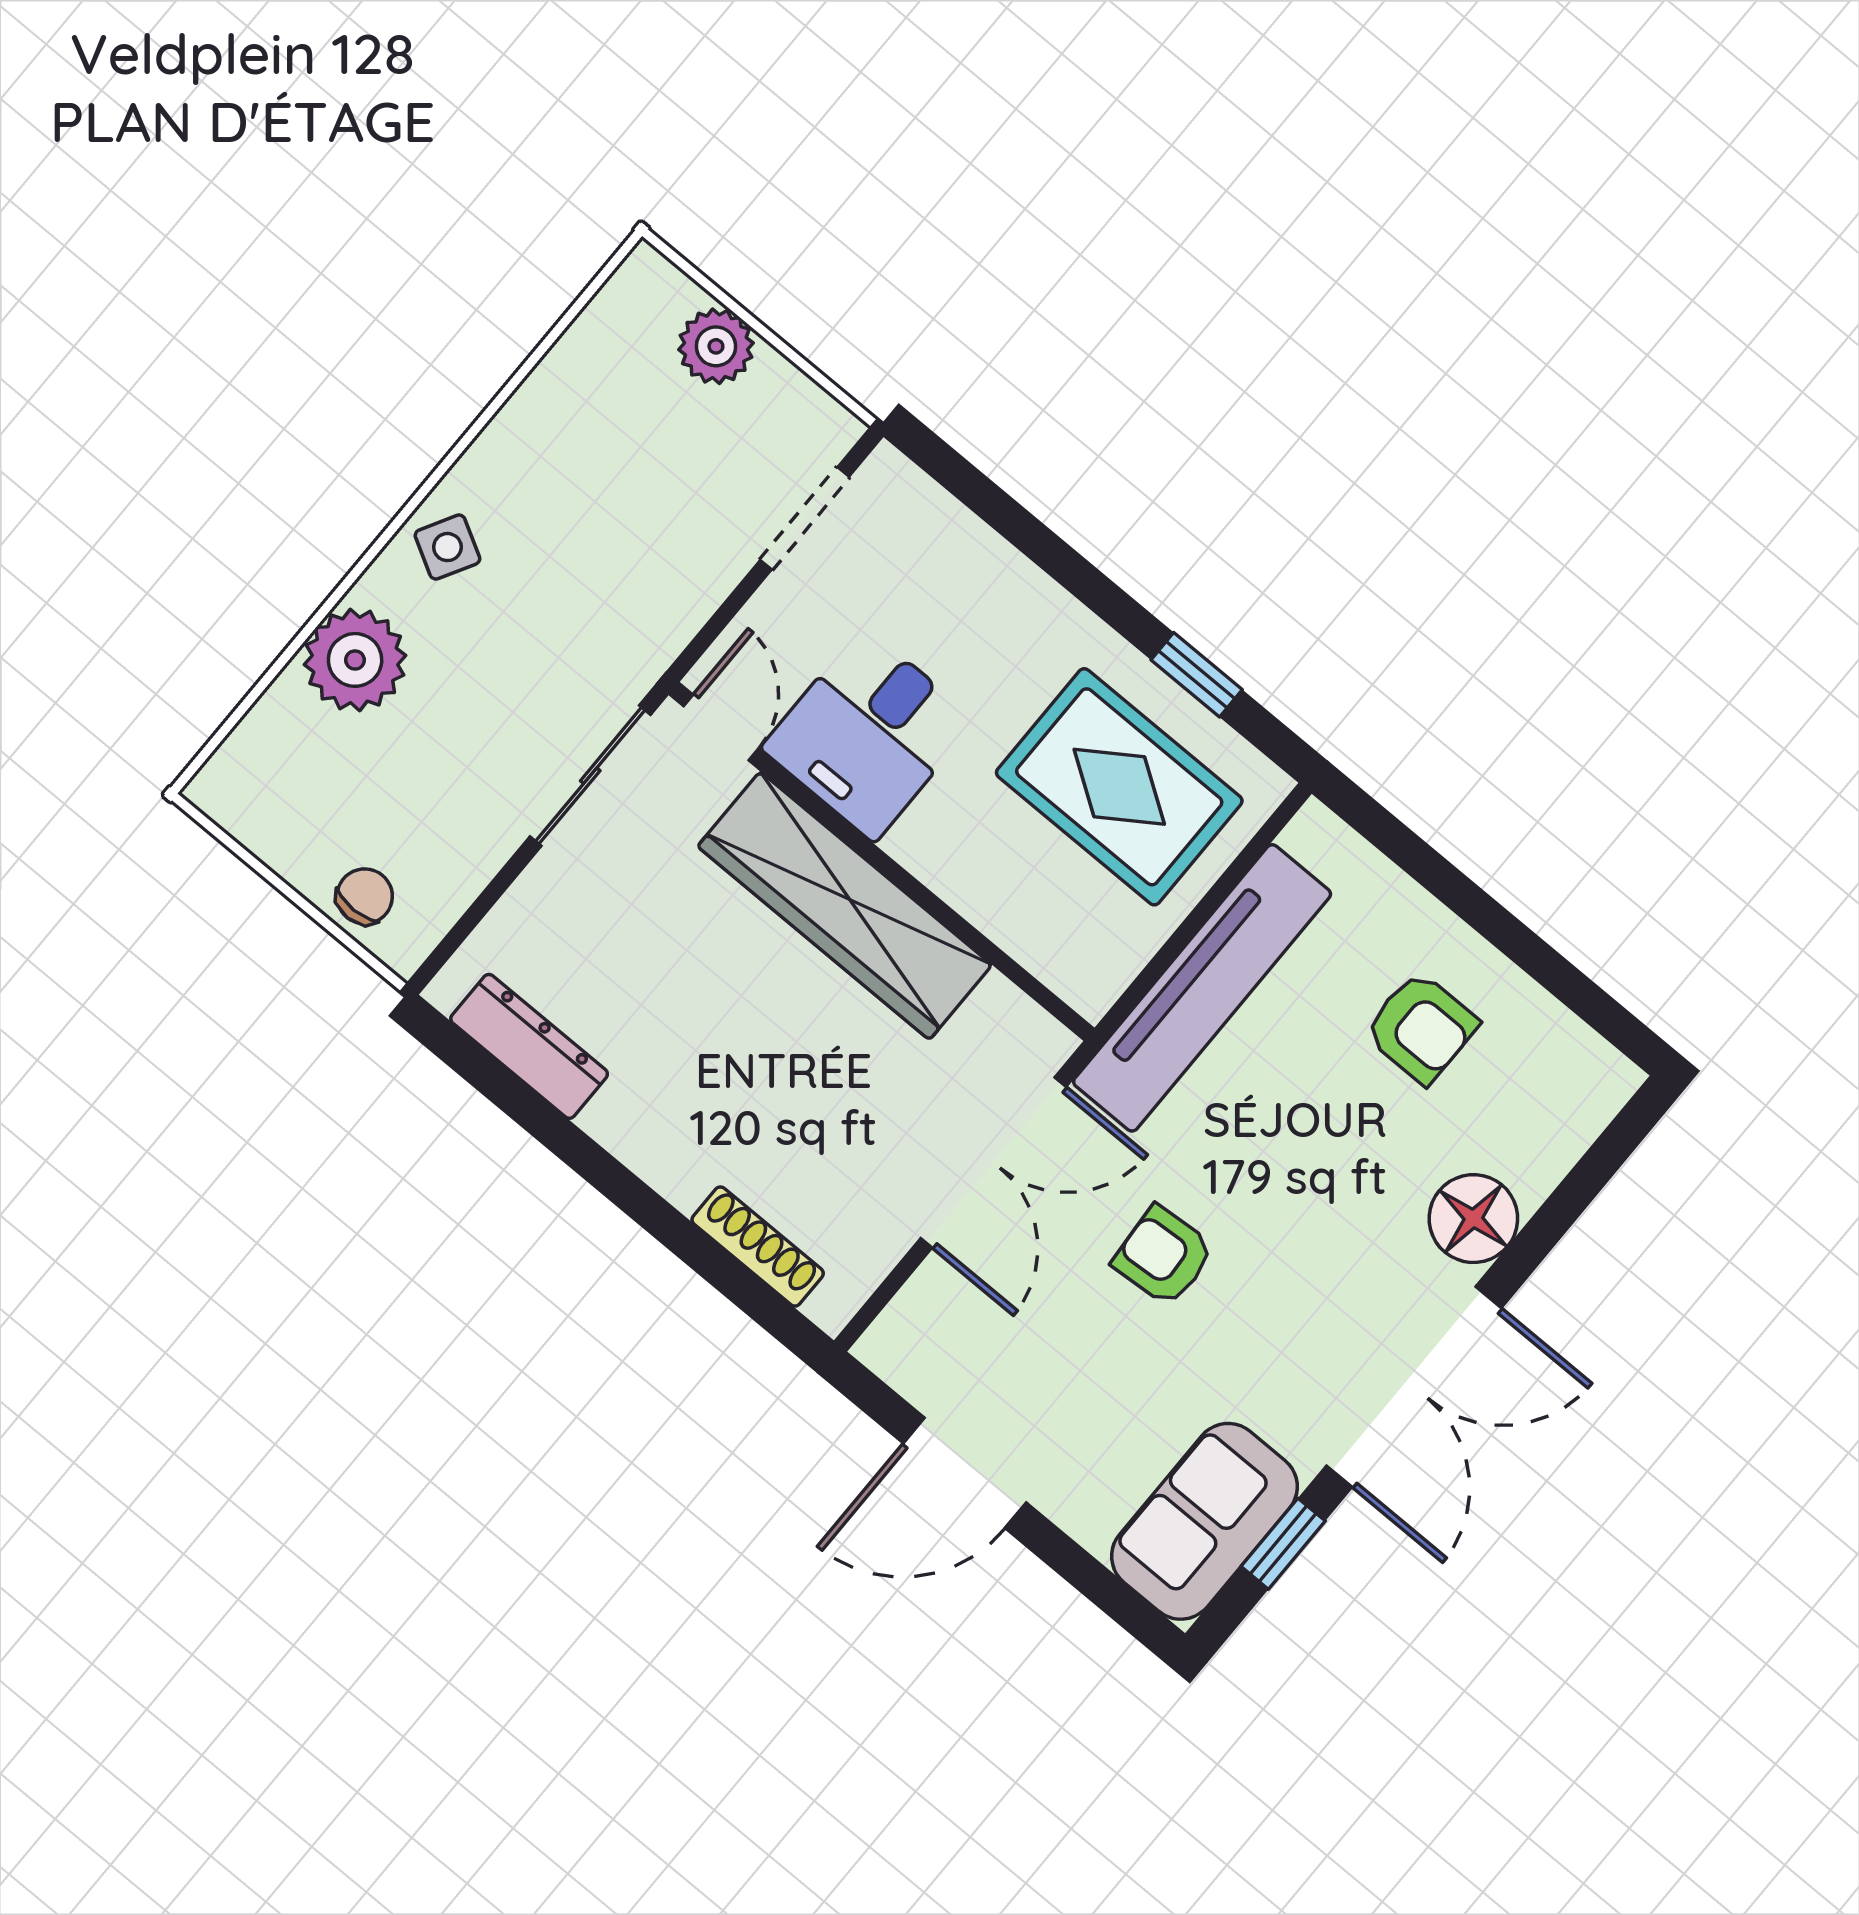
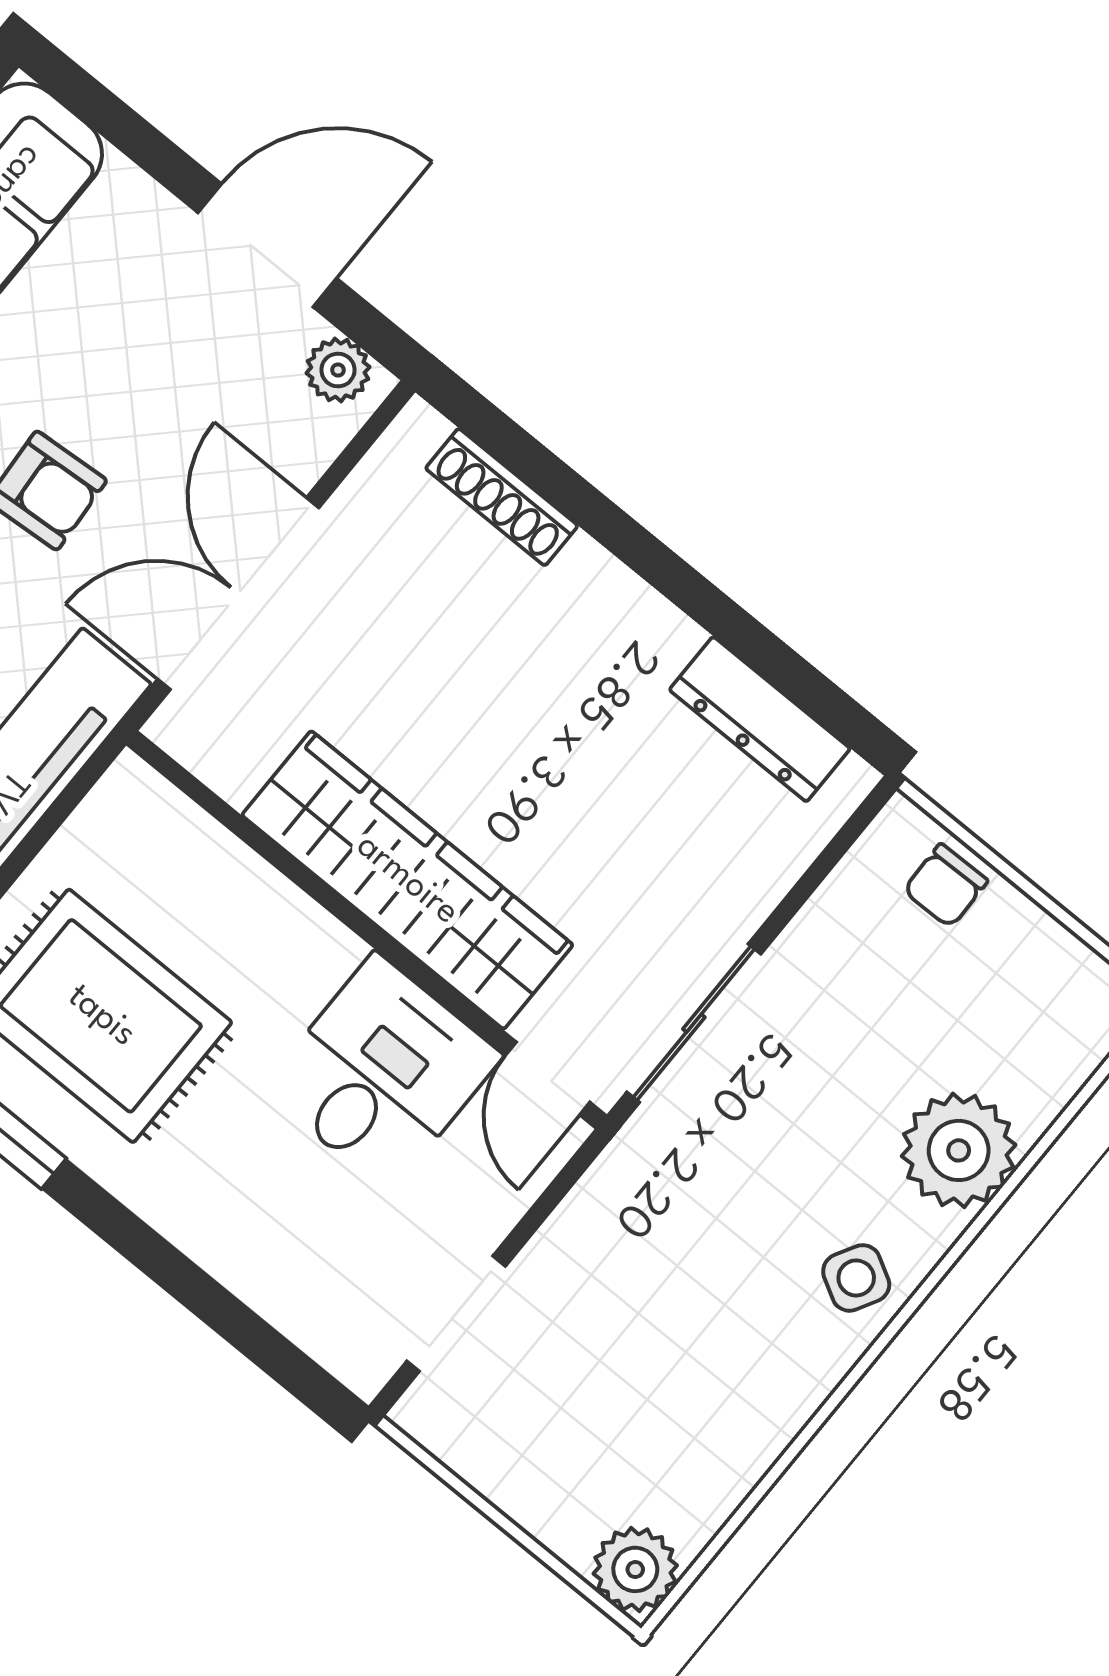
plant: (716, 346) -> (635, 1569), moved
plant: (903, 1361) -> (338, 370), added

